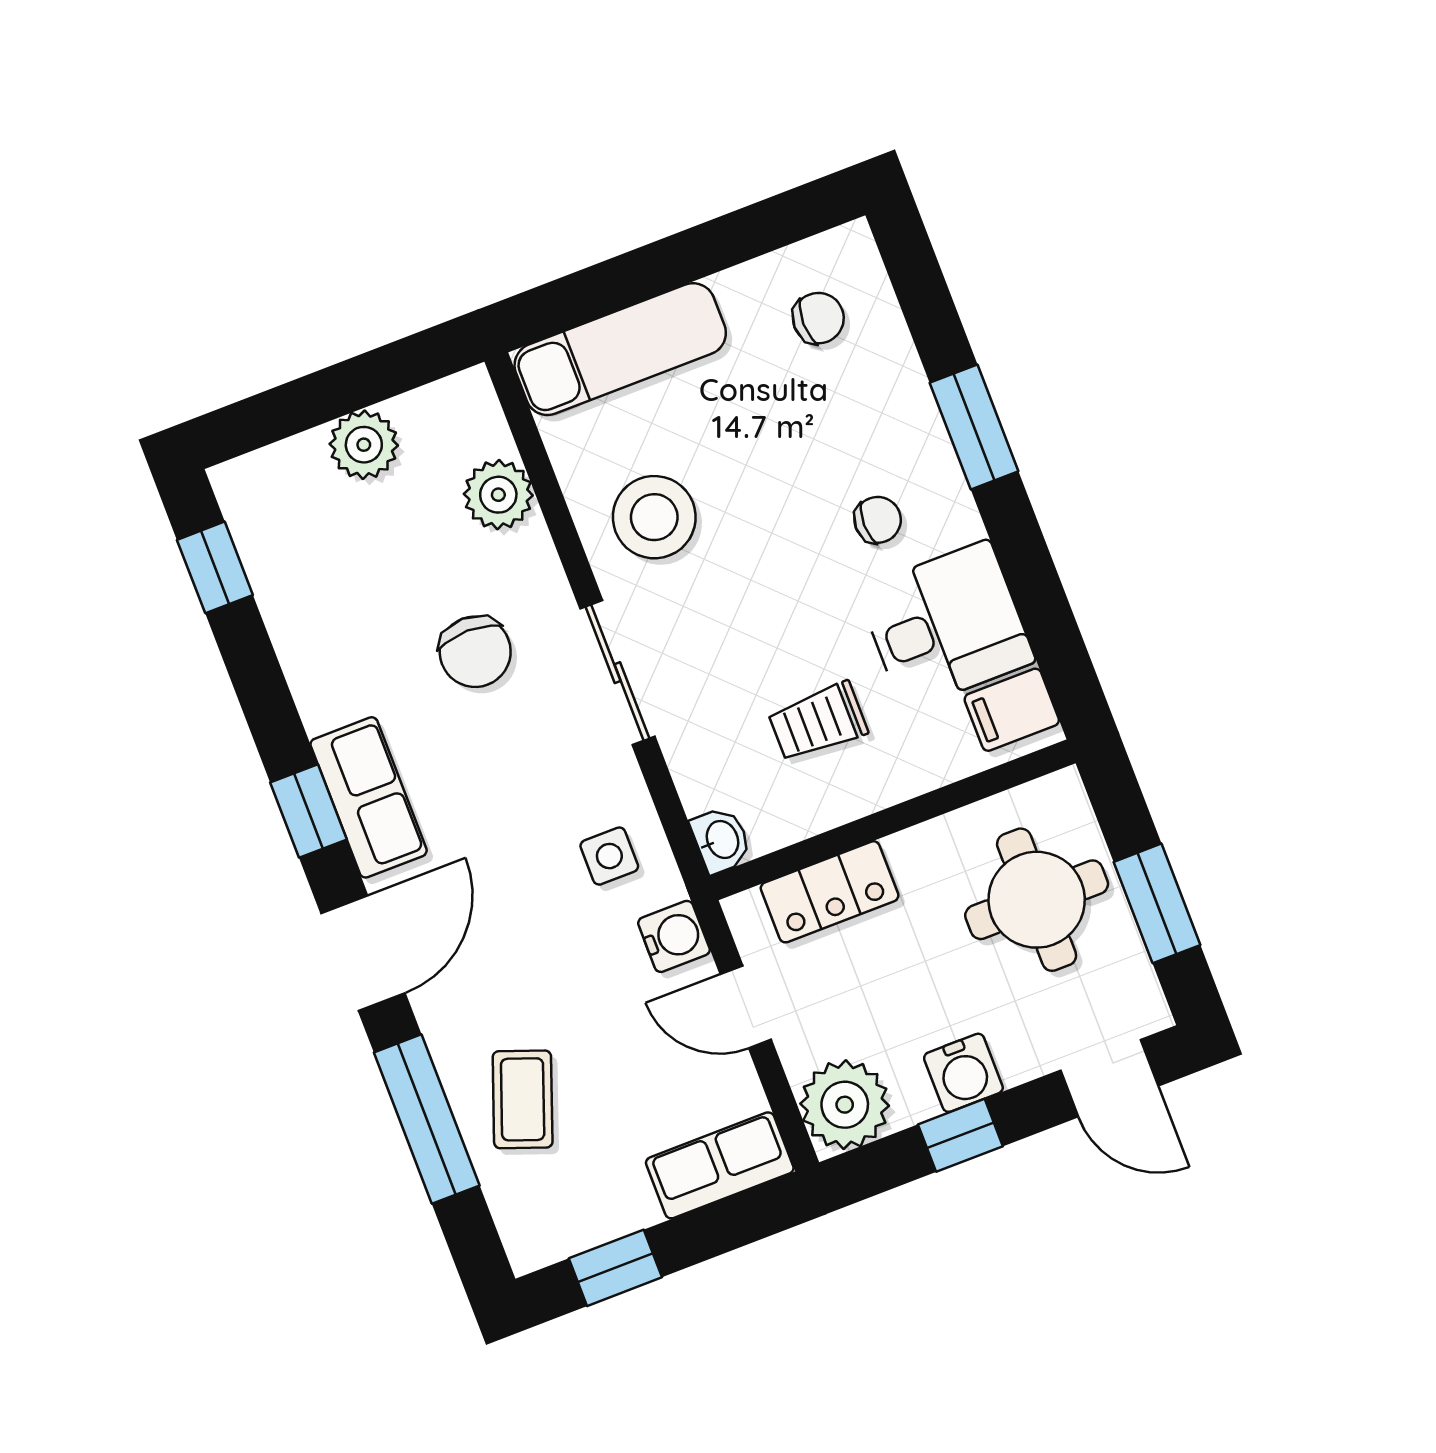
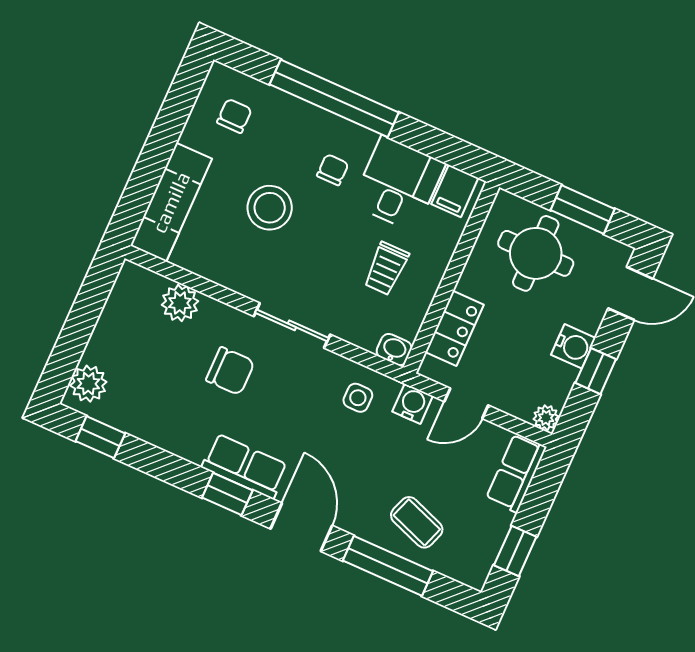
window: (974, 427) -> (334, 98), width x2.11
plant: (364, 445) -> (88, 384), moved
stool: (654, 517) -> (270, 208), moved
plant: (845, 1105) -> (546, 418), width x0.53, depth x0.53

